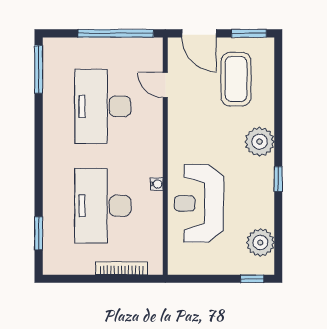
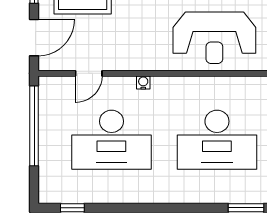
window: (39, 69) -> (72, 208), width x0.46
water cooler: (157, 184) -> (143, 82), moved

